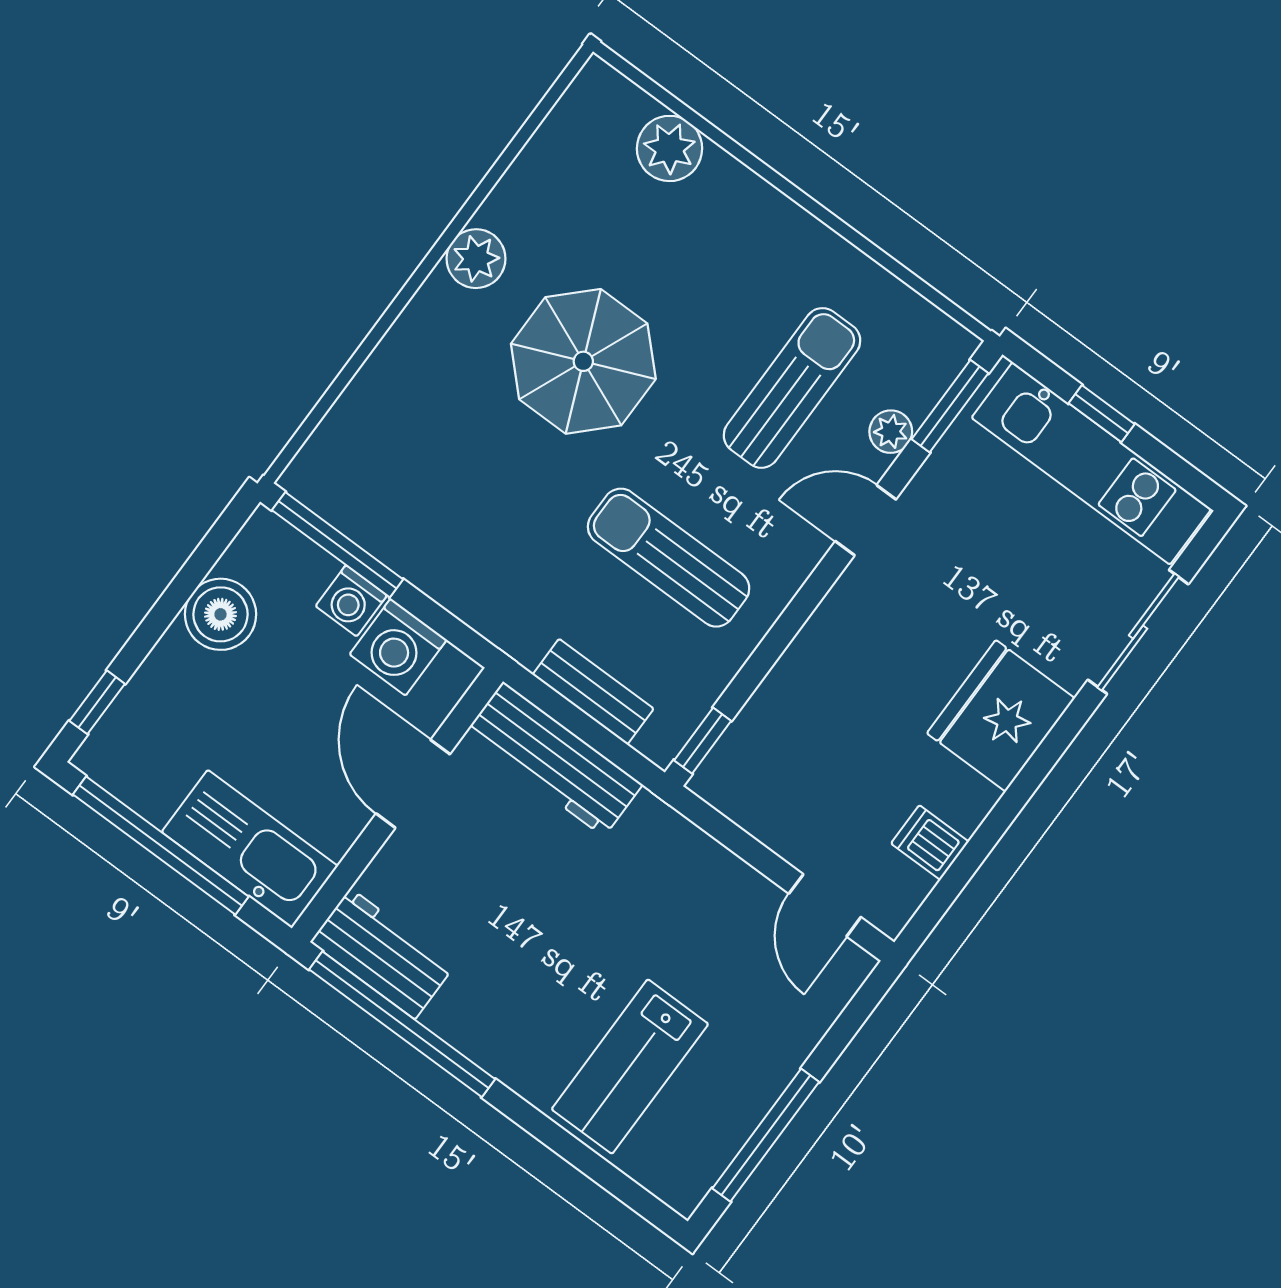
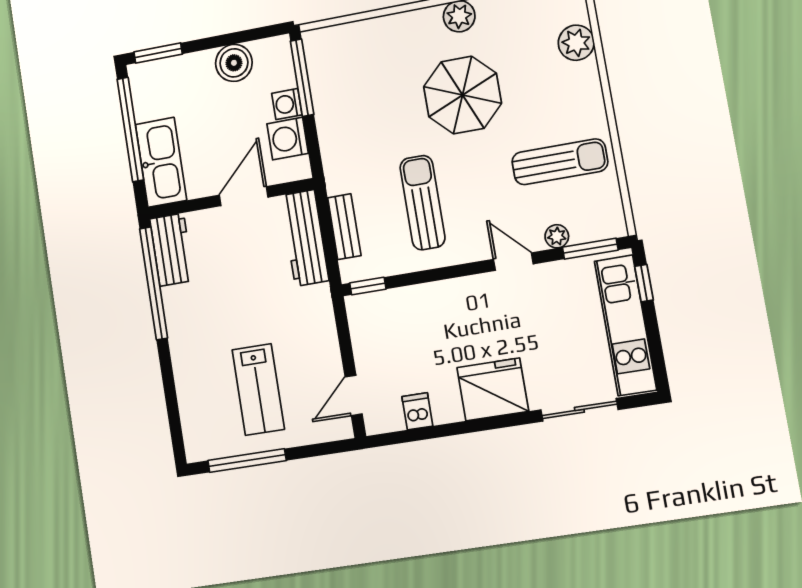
sun lounger: (792, 388) -> (560, 162), moved
window: (1102, 414) -> (644, 283), moved
window: (97, 702) -> (158, 53), width x1.50
lab bench: (630, 1067) -> (258, 389), moved, turned -90

